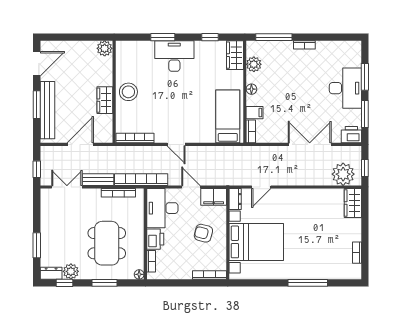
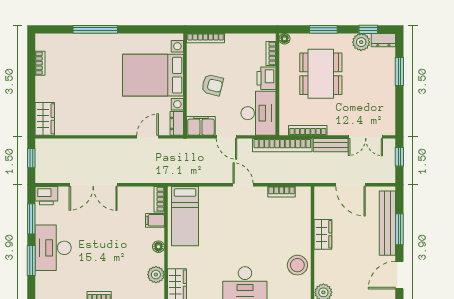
stool: (128, 92) -> (297, 265), moved
bookcase: (135, 138) -> (282, 192), width x0.64
door: (80, 144) -> (351, 185), hinge flipped
plant: (343, 174) -> (56, 151), removed

